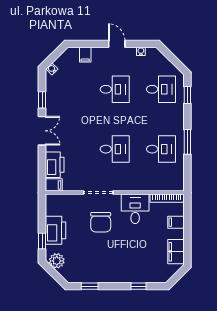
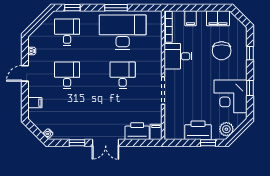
double door: (42, 131) -> (106, 143), swing flipped
desk: (161, 149) -> (123, 32), width x1.87, depth x1.30
chair: (101, 222) -> (222, 51), moved, turned 90
corner desk: (92, 265) -> (230, 96), added
window: (90, 286) -> (250, 88), moved

